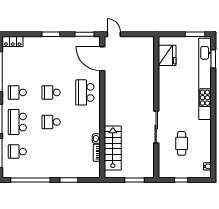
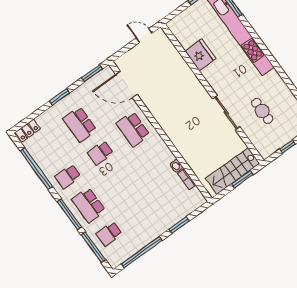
door: (114, 34) -> (144, 36), moved
fridge: (167, 55) -> (200, 55), moved
school desk: (51, 122) -> (80, 124), moved, width x1.85
stairs: (113, 148) -> (233, 171), moved, turned -90

